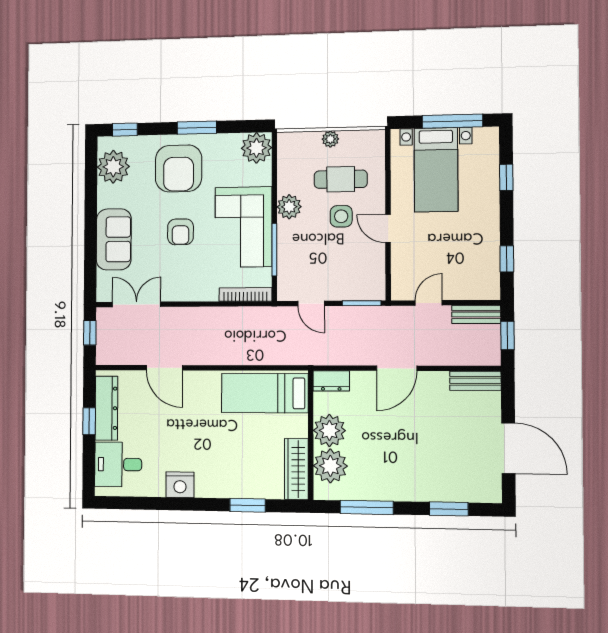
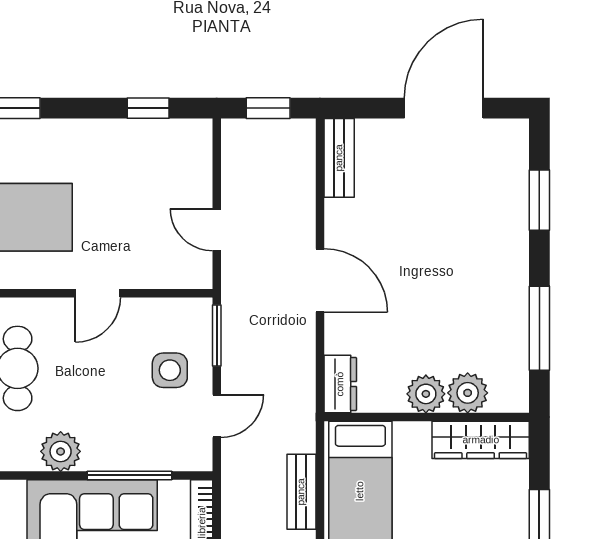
side table: (341, 216) -> (170, 370), moved
bench: (476, 314) -> (301, 492), moved
plant: (329, 431) -> (426, 394), width x0.73, depth x0.73
plant: (330, 466) -> (468, 393), width x0.73, depth x0.73

